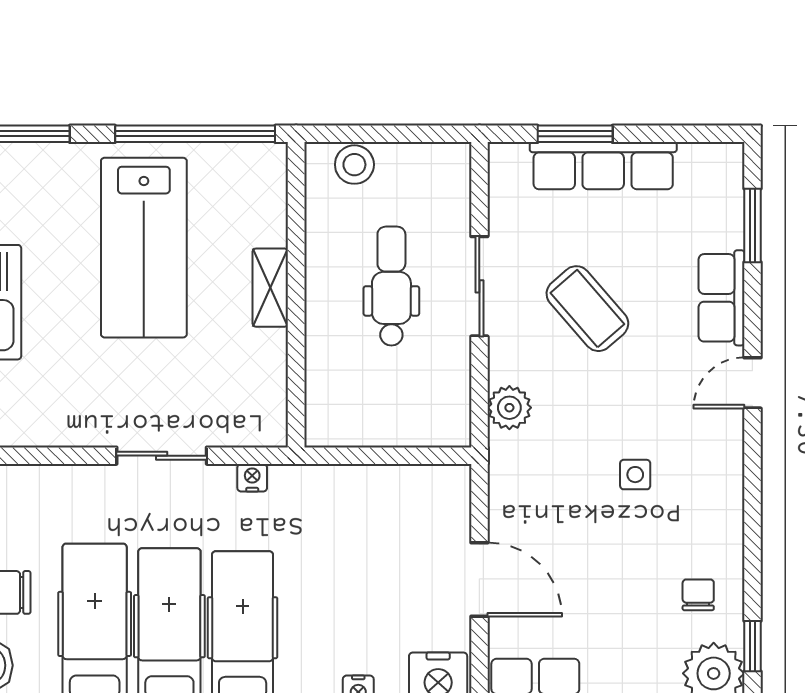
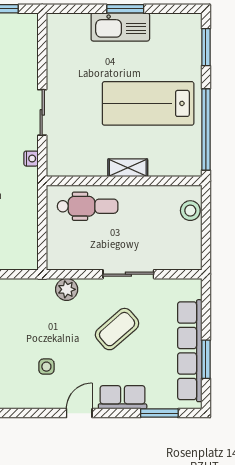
window: (575, 134) -> (206, 359), moved
row of seats: (603, 166) -> (190, 351), width x1.36
dental chair: (391, 286) -> (88, 206), moved
door: (752, 383) -> (79, 413), hinge flipped
side table: (635, 475) -> (46, 367), moved

